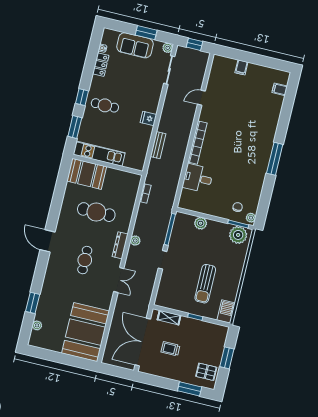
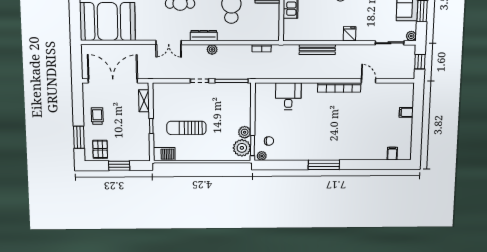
fridge: (148, 118) -> (350, 34), moved
bookcase: (197, 142) -> (339, 87), moved
bench: (158, 145) -> (317, 50), width x1.36
plant: (201, 223) -> (245, 132), moved
trolley: (170, 349) -> (97, 116), moved

